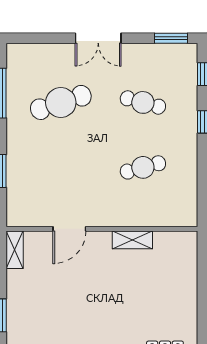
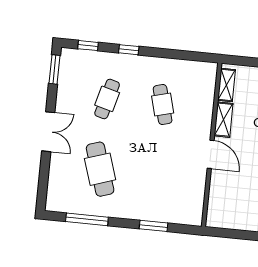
door: (69, 229) -> (211, 154), moved
shelving: (15, 250) -> (227, 85), moved, turned 90

